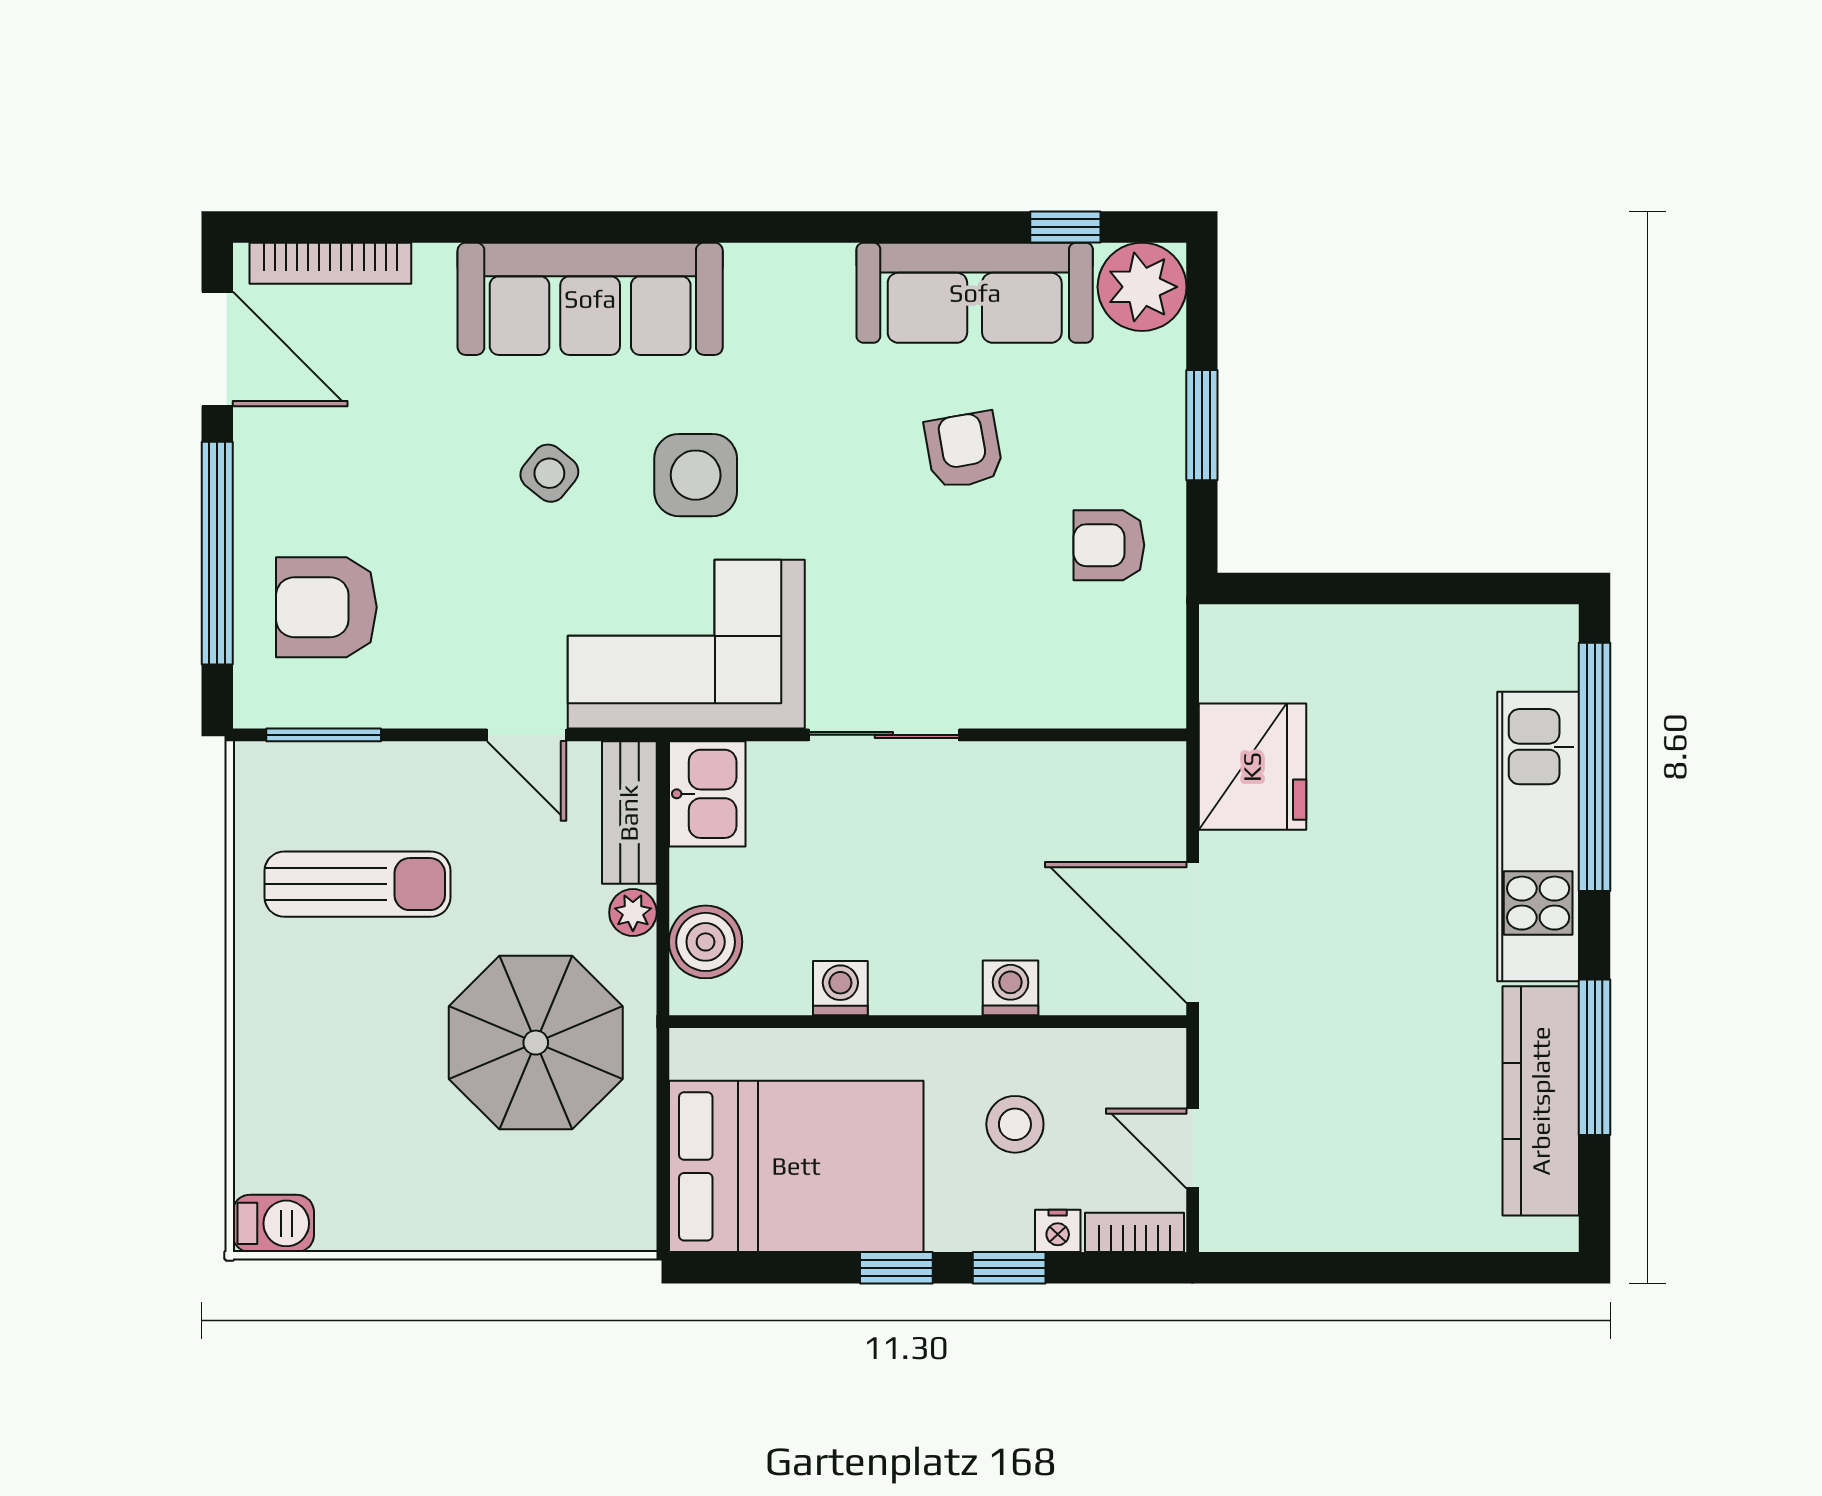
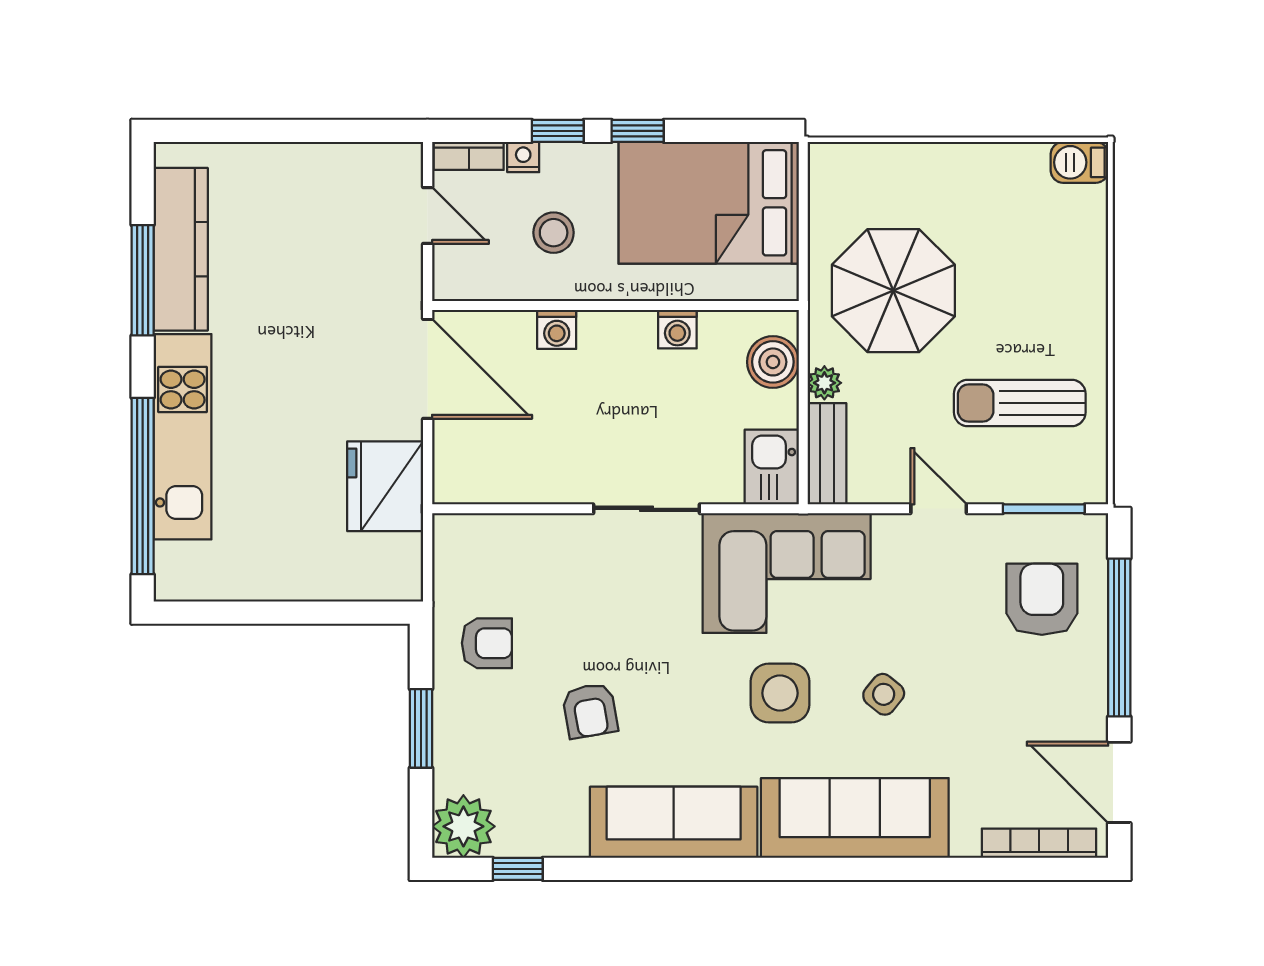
sofa: (975, 293) -> (674, 822), moved
armchair: (326, 607) -> (1042, 599), turned -90
door: (527, 735) -> (939, 509), moved

